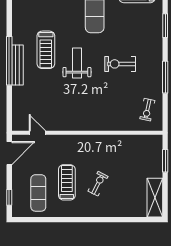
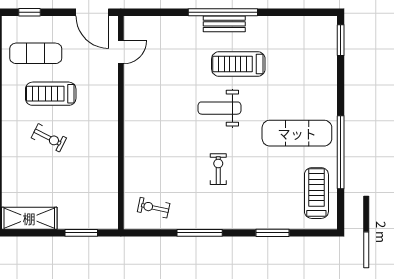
weight bench: (77, 63) -> (219, 108), turned 180
exercise bike: (120, 64) -> (218, 169), width x0.73, depth x0.72
bench: (17, 65) -> (224, 24), width x0.73
treadmill: (67, 182) -> (51, 94), turned 180

